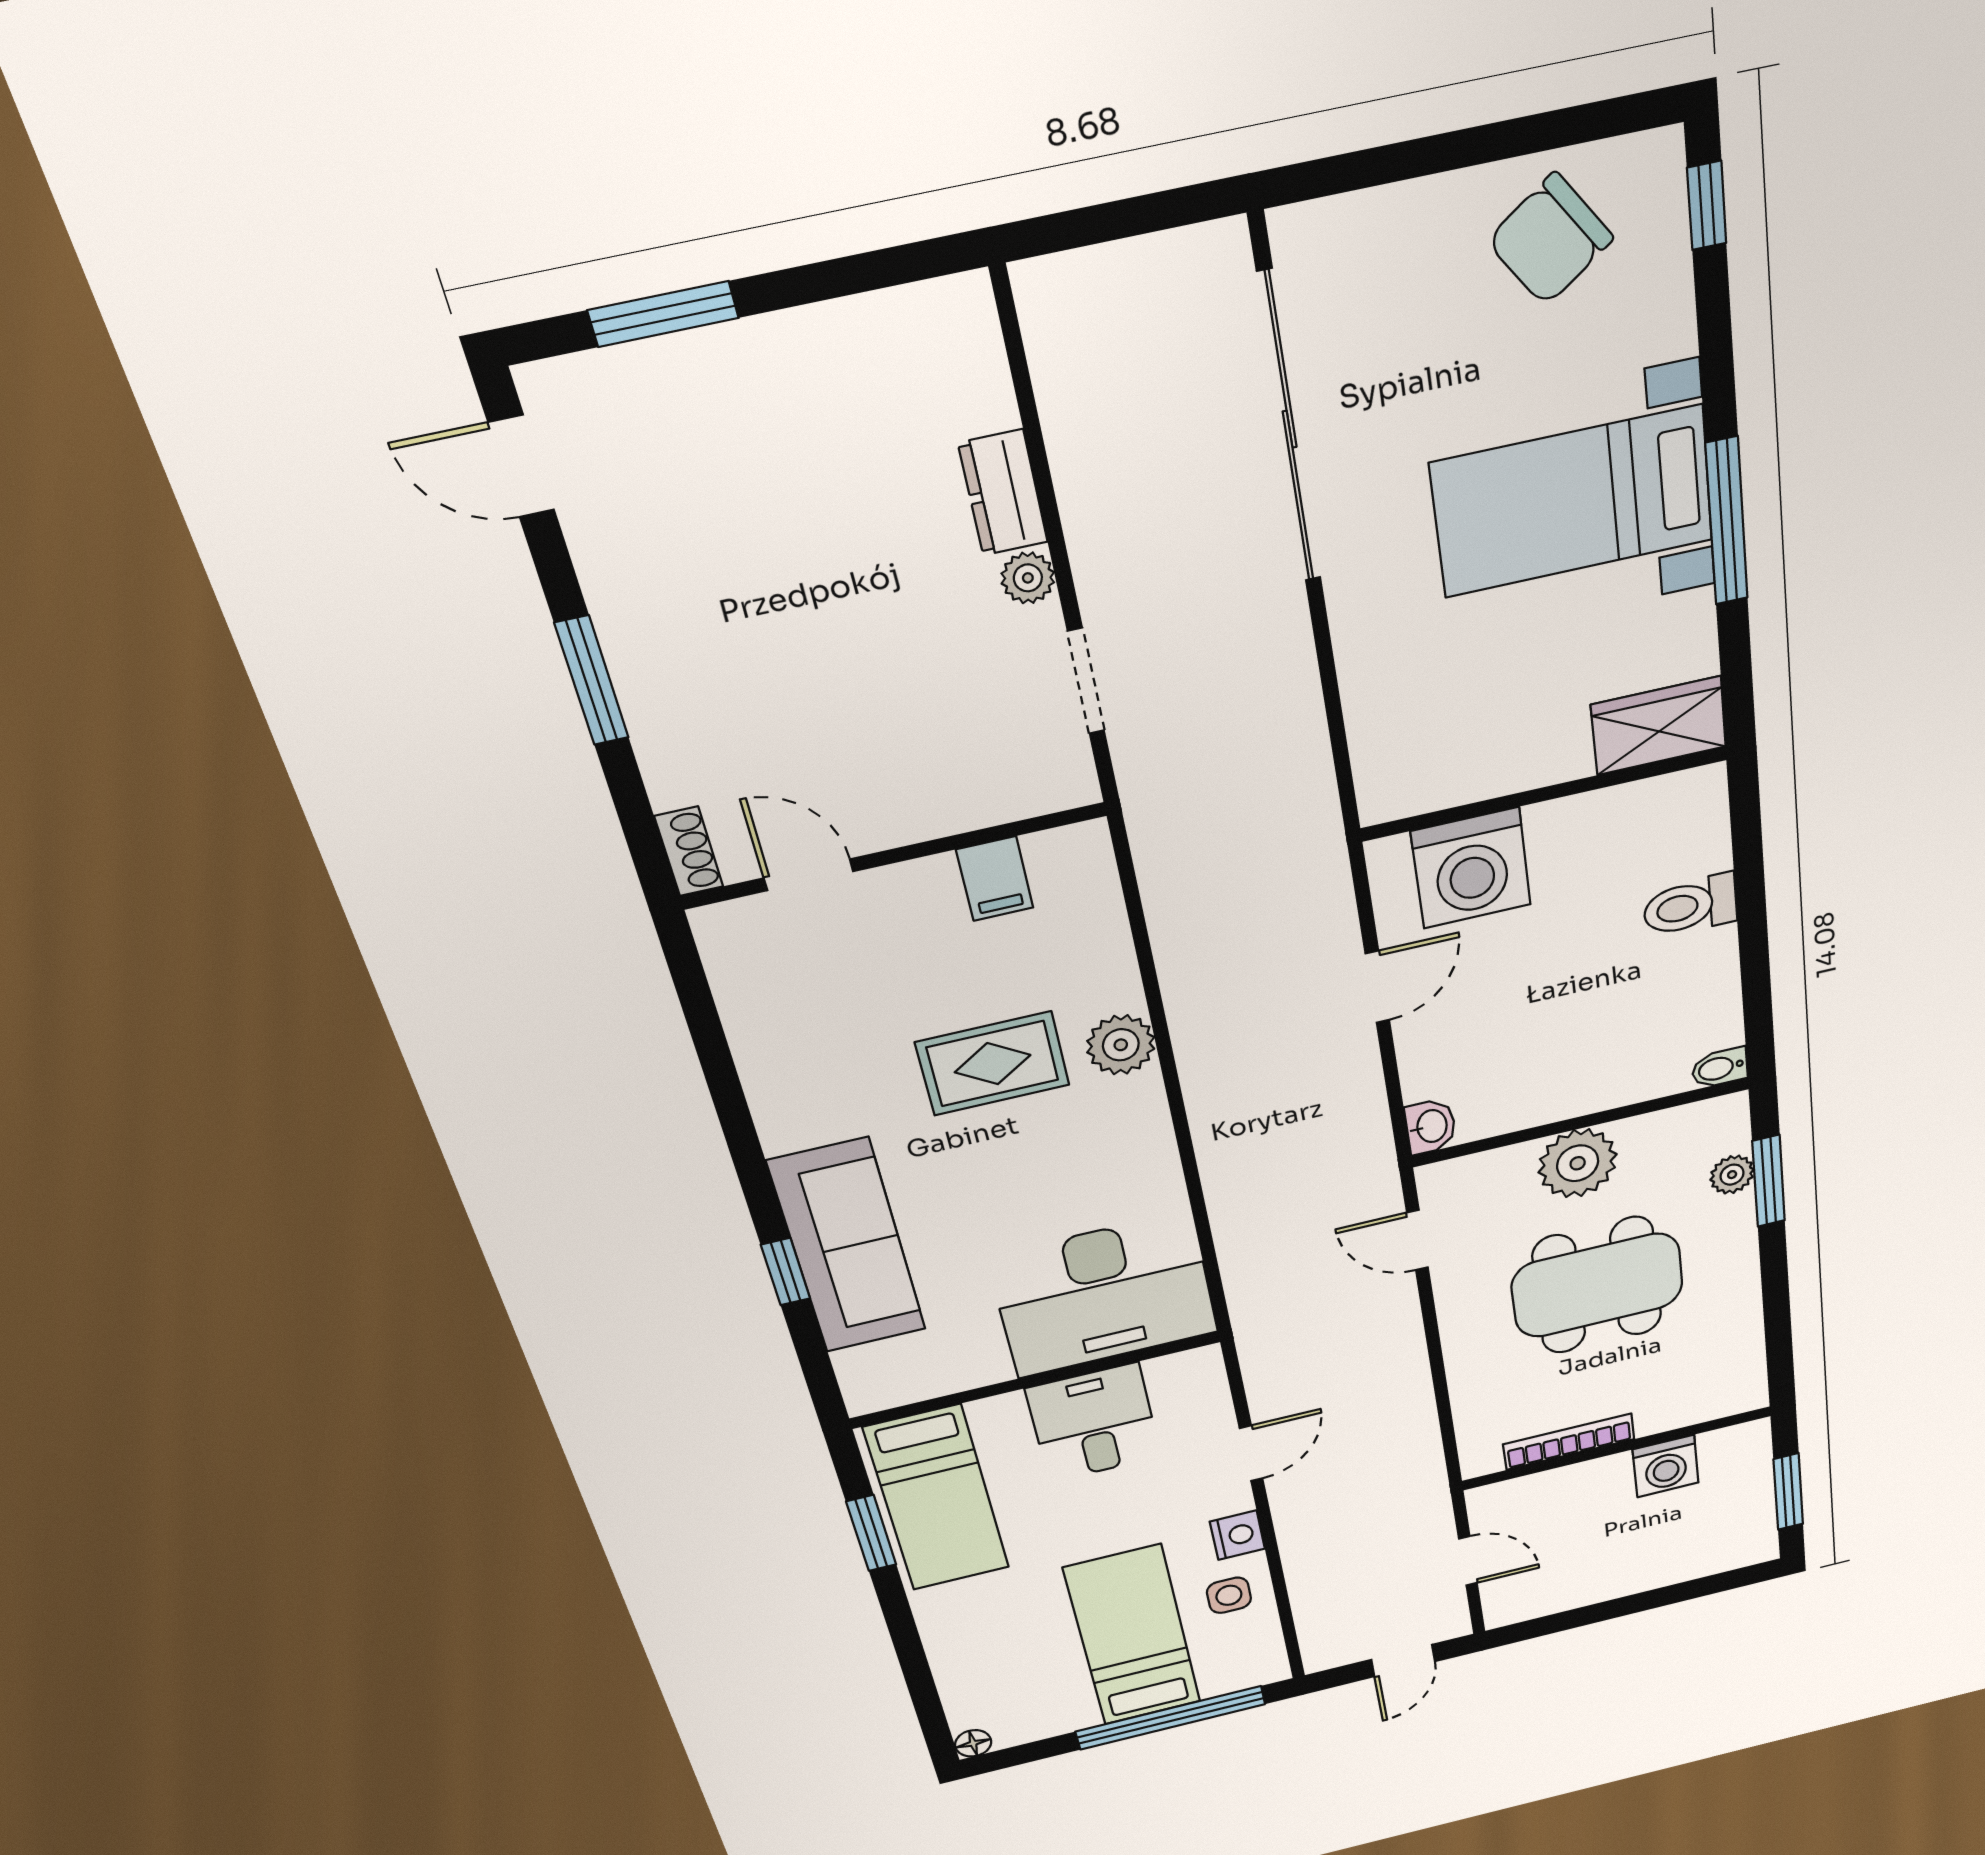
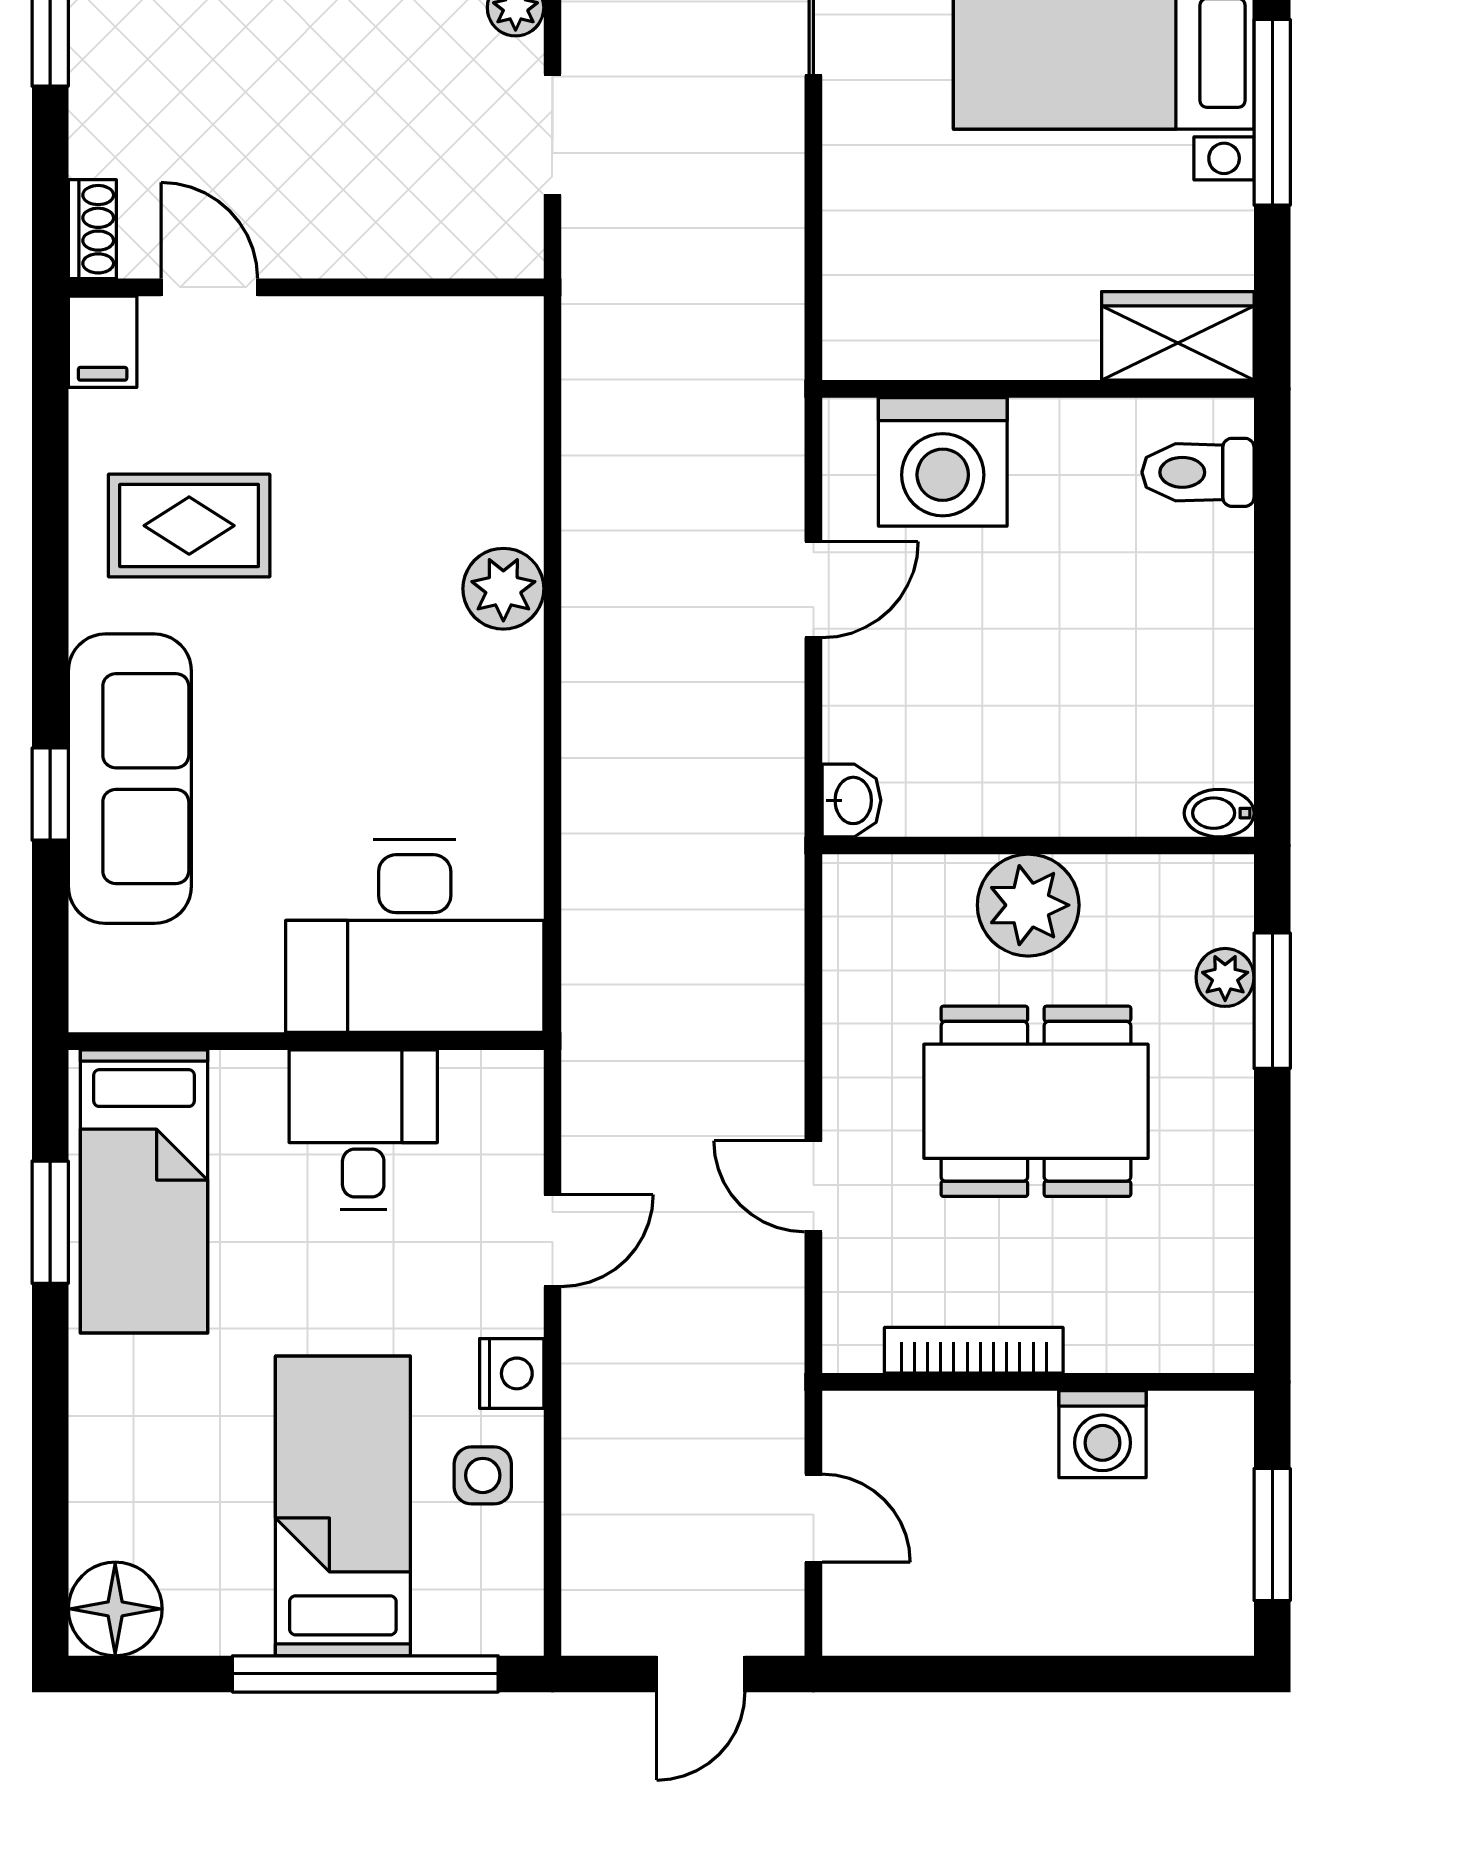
filing cabinet: (995, 879) -> (103, 342), moved
toilet: (1690, 906) -> (1198, 472), moved
rug: (993, 1064) -> (189, 526), moved
door: (1417, 1240) -> (813, 1186), moved
floor lamp: (973, 1743) -> (115, 1609), width x1.89, depth x1.89

